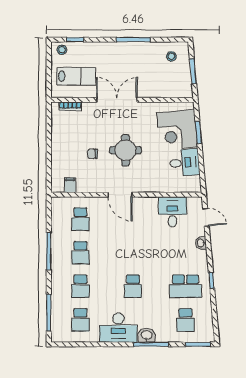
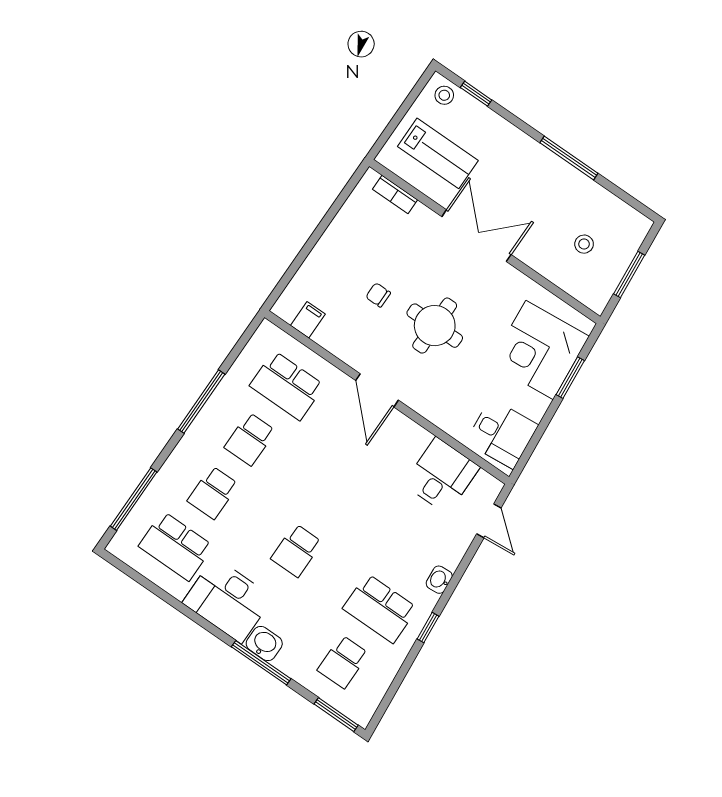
stool: (171, 56) -> (584, 244), moved
desk: (185, 163) -> (502, 434), moved
school desk: (80, 219) -> (287, 386), width x1.85
washbasin: (201, 243) -> (439, 580), moved
school desk: (80, 320) -> (176, 546), width x1.85

